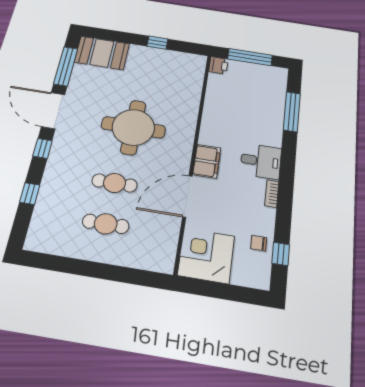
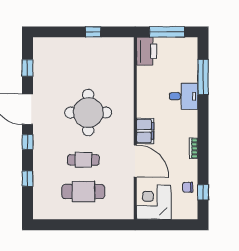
booth: (102, 53) -> (52, 50), removed
printer: (218, 65) -> (147, 51), width x1.87, depth x1.48
window: (66, 66) -> (27, 68), width x0.46
desk: (261, 161) -> (184, 96), moved
door: (187, 196) -> (135, 161), swing flipped
cafe table: (106, 224) -> (83, 191), width x1.37, depth x1.35

